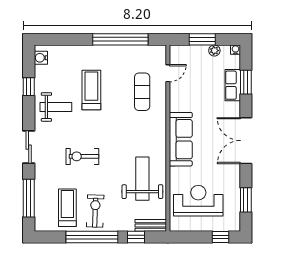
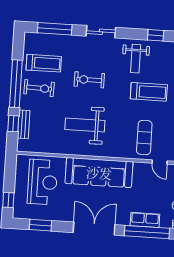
window: (246, 82) -> (147, 232), width x2.11
exercise mat: (142, 92) -> (144, 138), turned 90
sofa: (181, 139) -> (99, 173), width x1.36, depth x1.27
exercise bike: (82, 156) -> (89, 80), turned -90
weight bench: (142, 179) -> (85, 125), moved, turned 180
bench: (151, 225) -> (24, 124), moved

